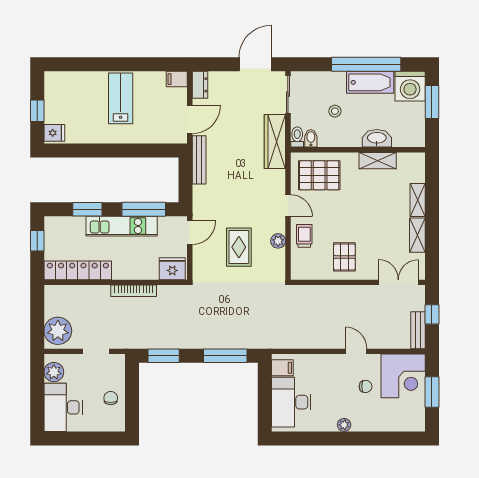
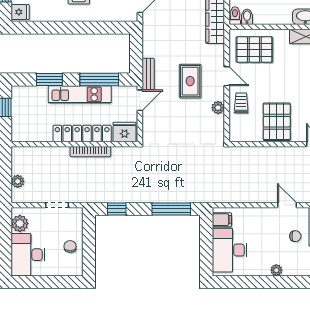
bench: (199, 160) -> (148, 74), moved, width x0.73
rug: (239, 247) -> (190, 81), moved
pallet: (344, 257) -> (277, 122), width x1.50, depth x1.42
locker: (78, 270) -> (82, 134), moved
plant: (58, 331) -> (18, 181), width x0.53, depth x0.53
window: (164, 356) -> (117, 209), width x0.67

